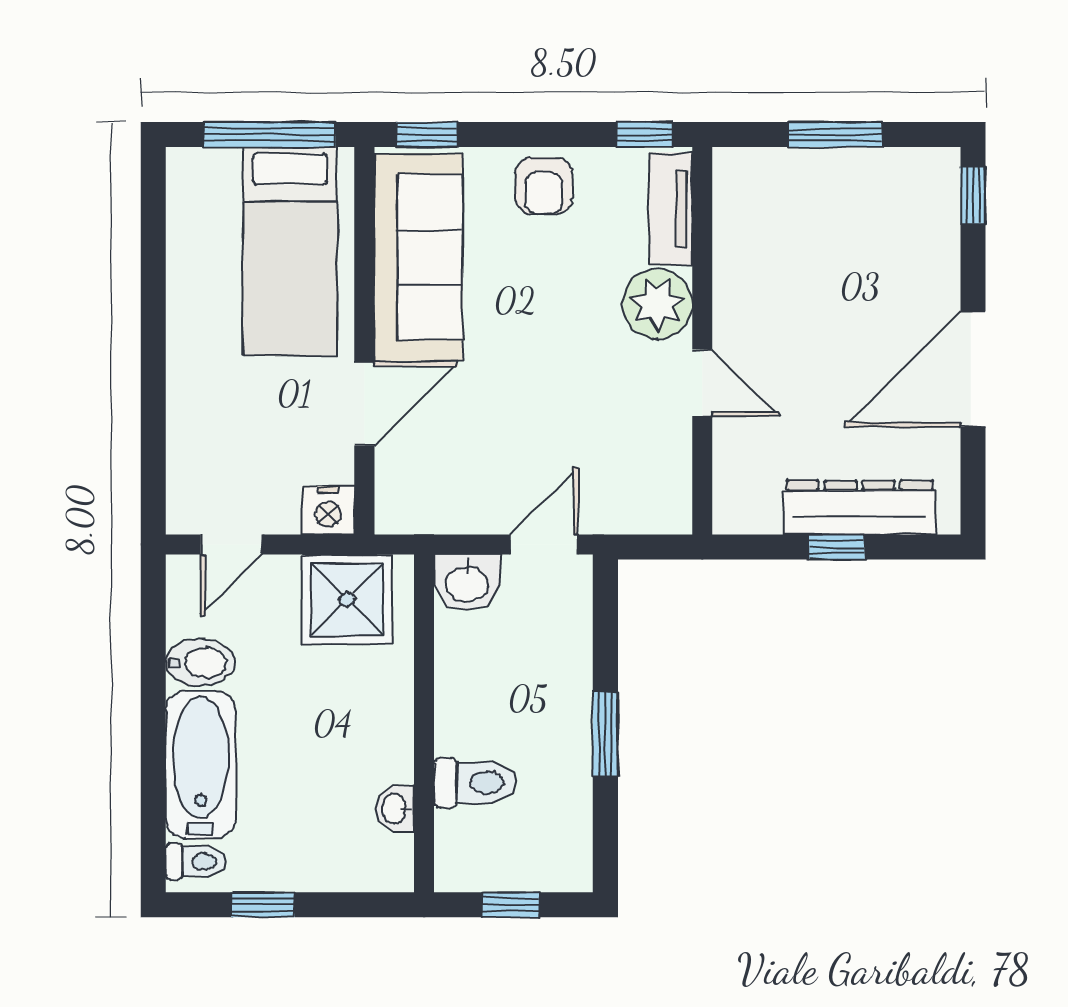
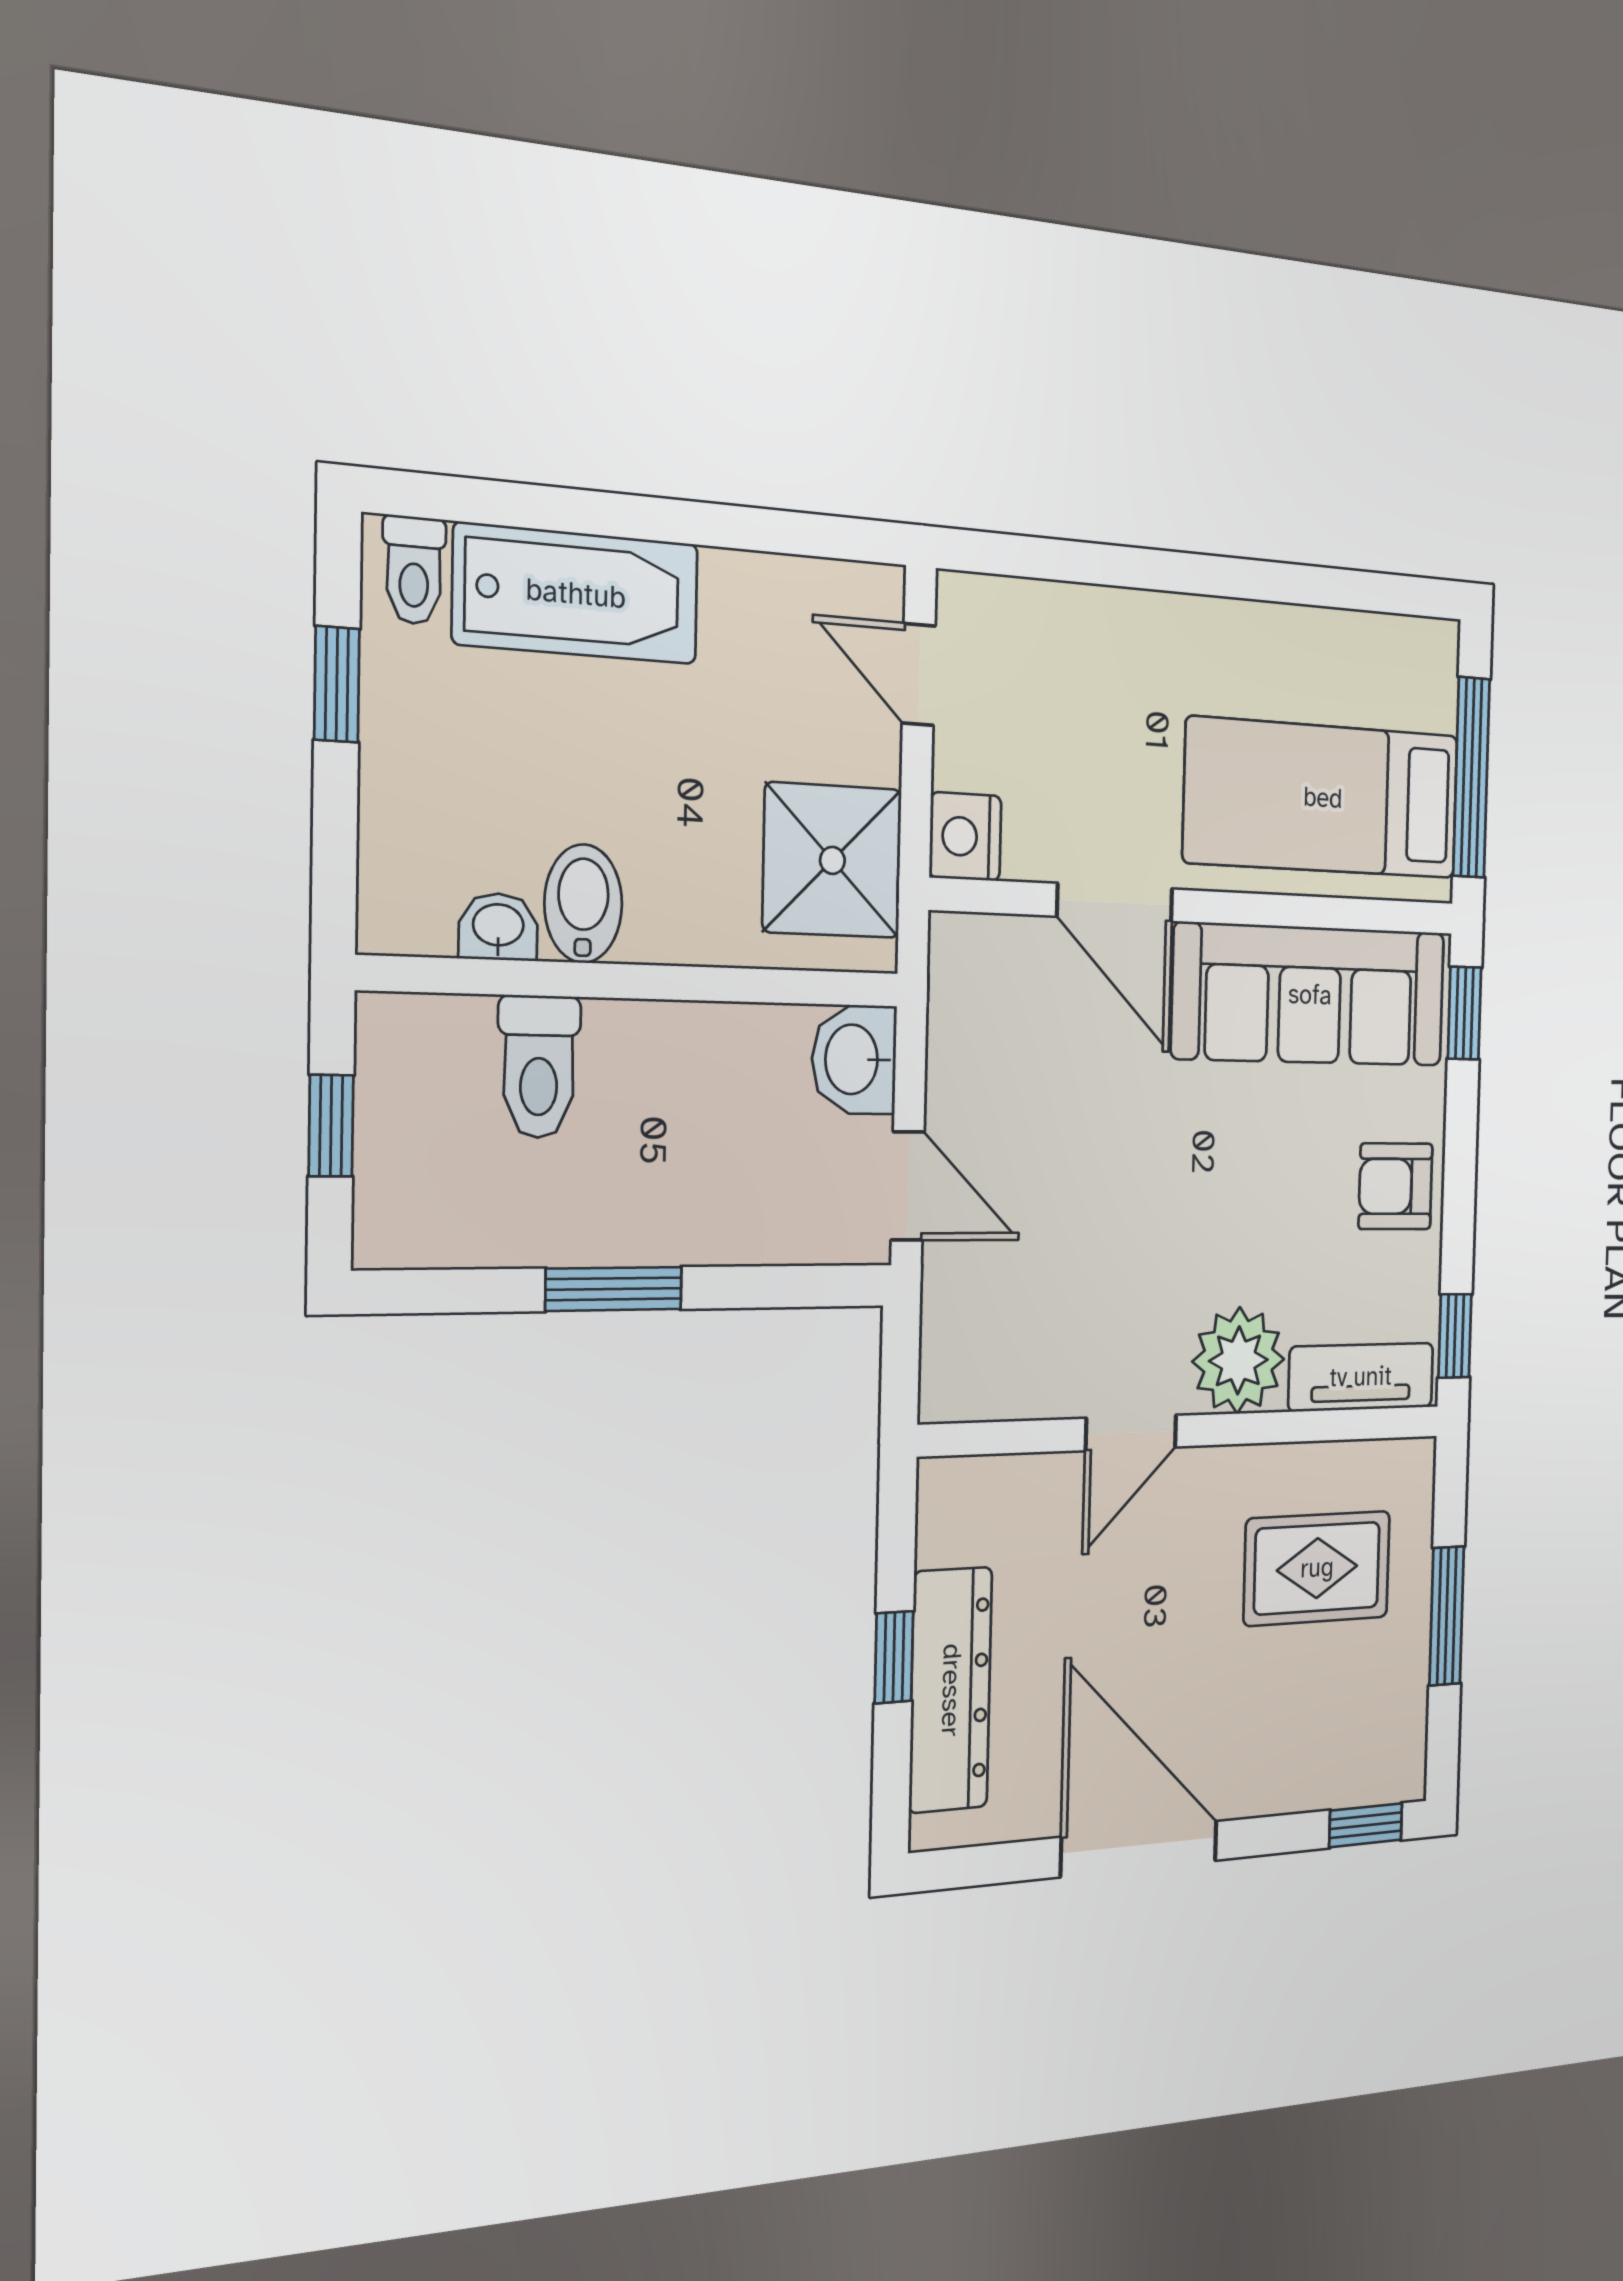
rug: (797, 239) -> (1317, 1568), added
bidet: (200, 663) -> (583, 904), moved, turned 180

